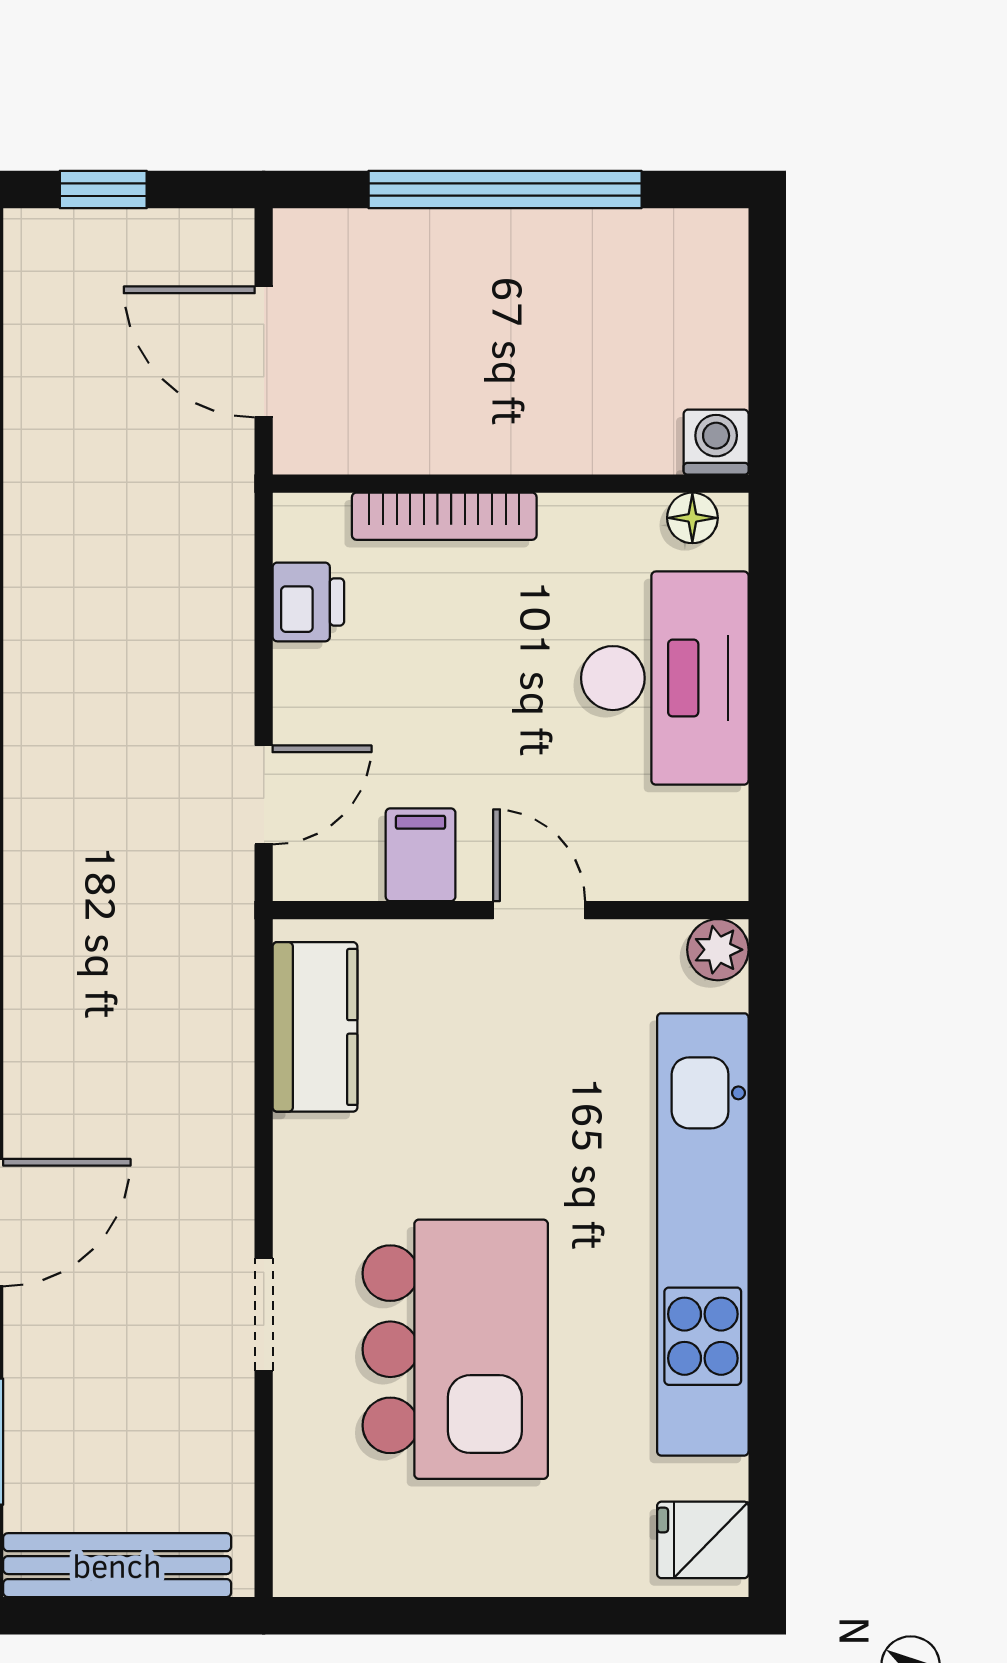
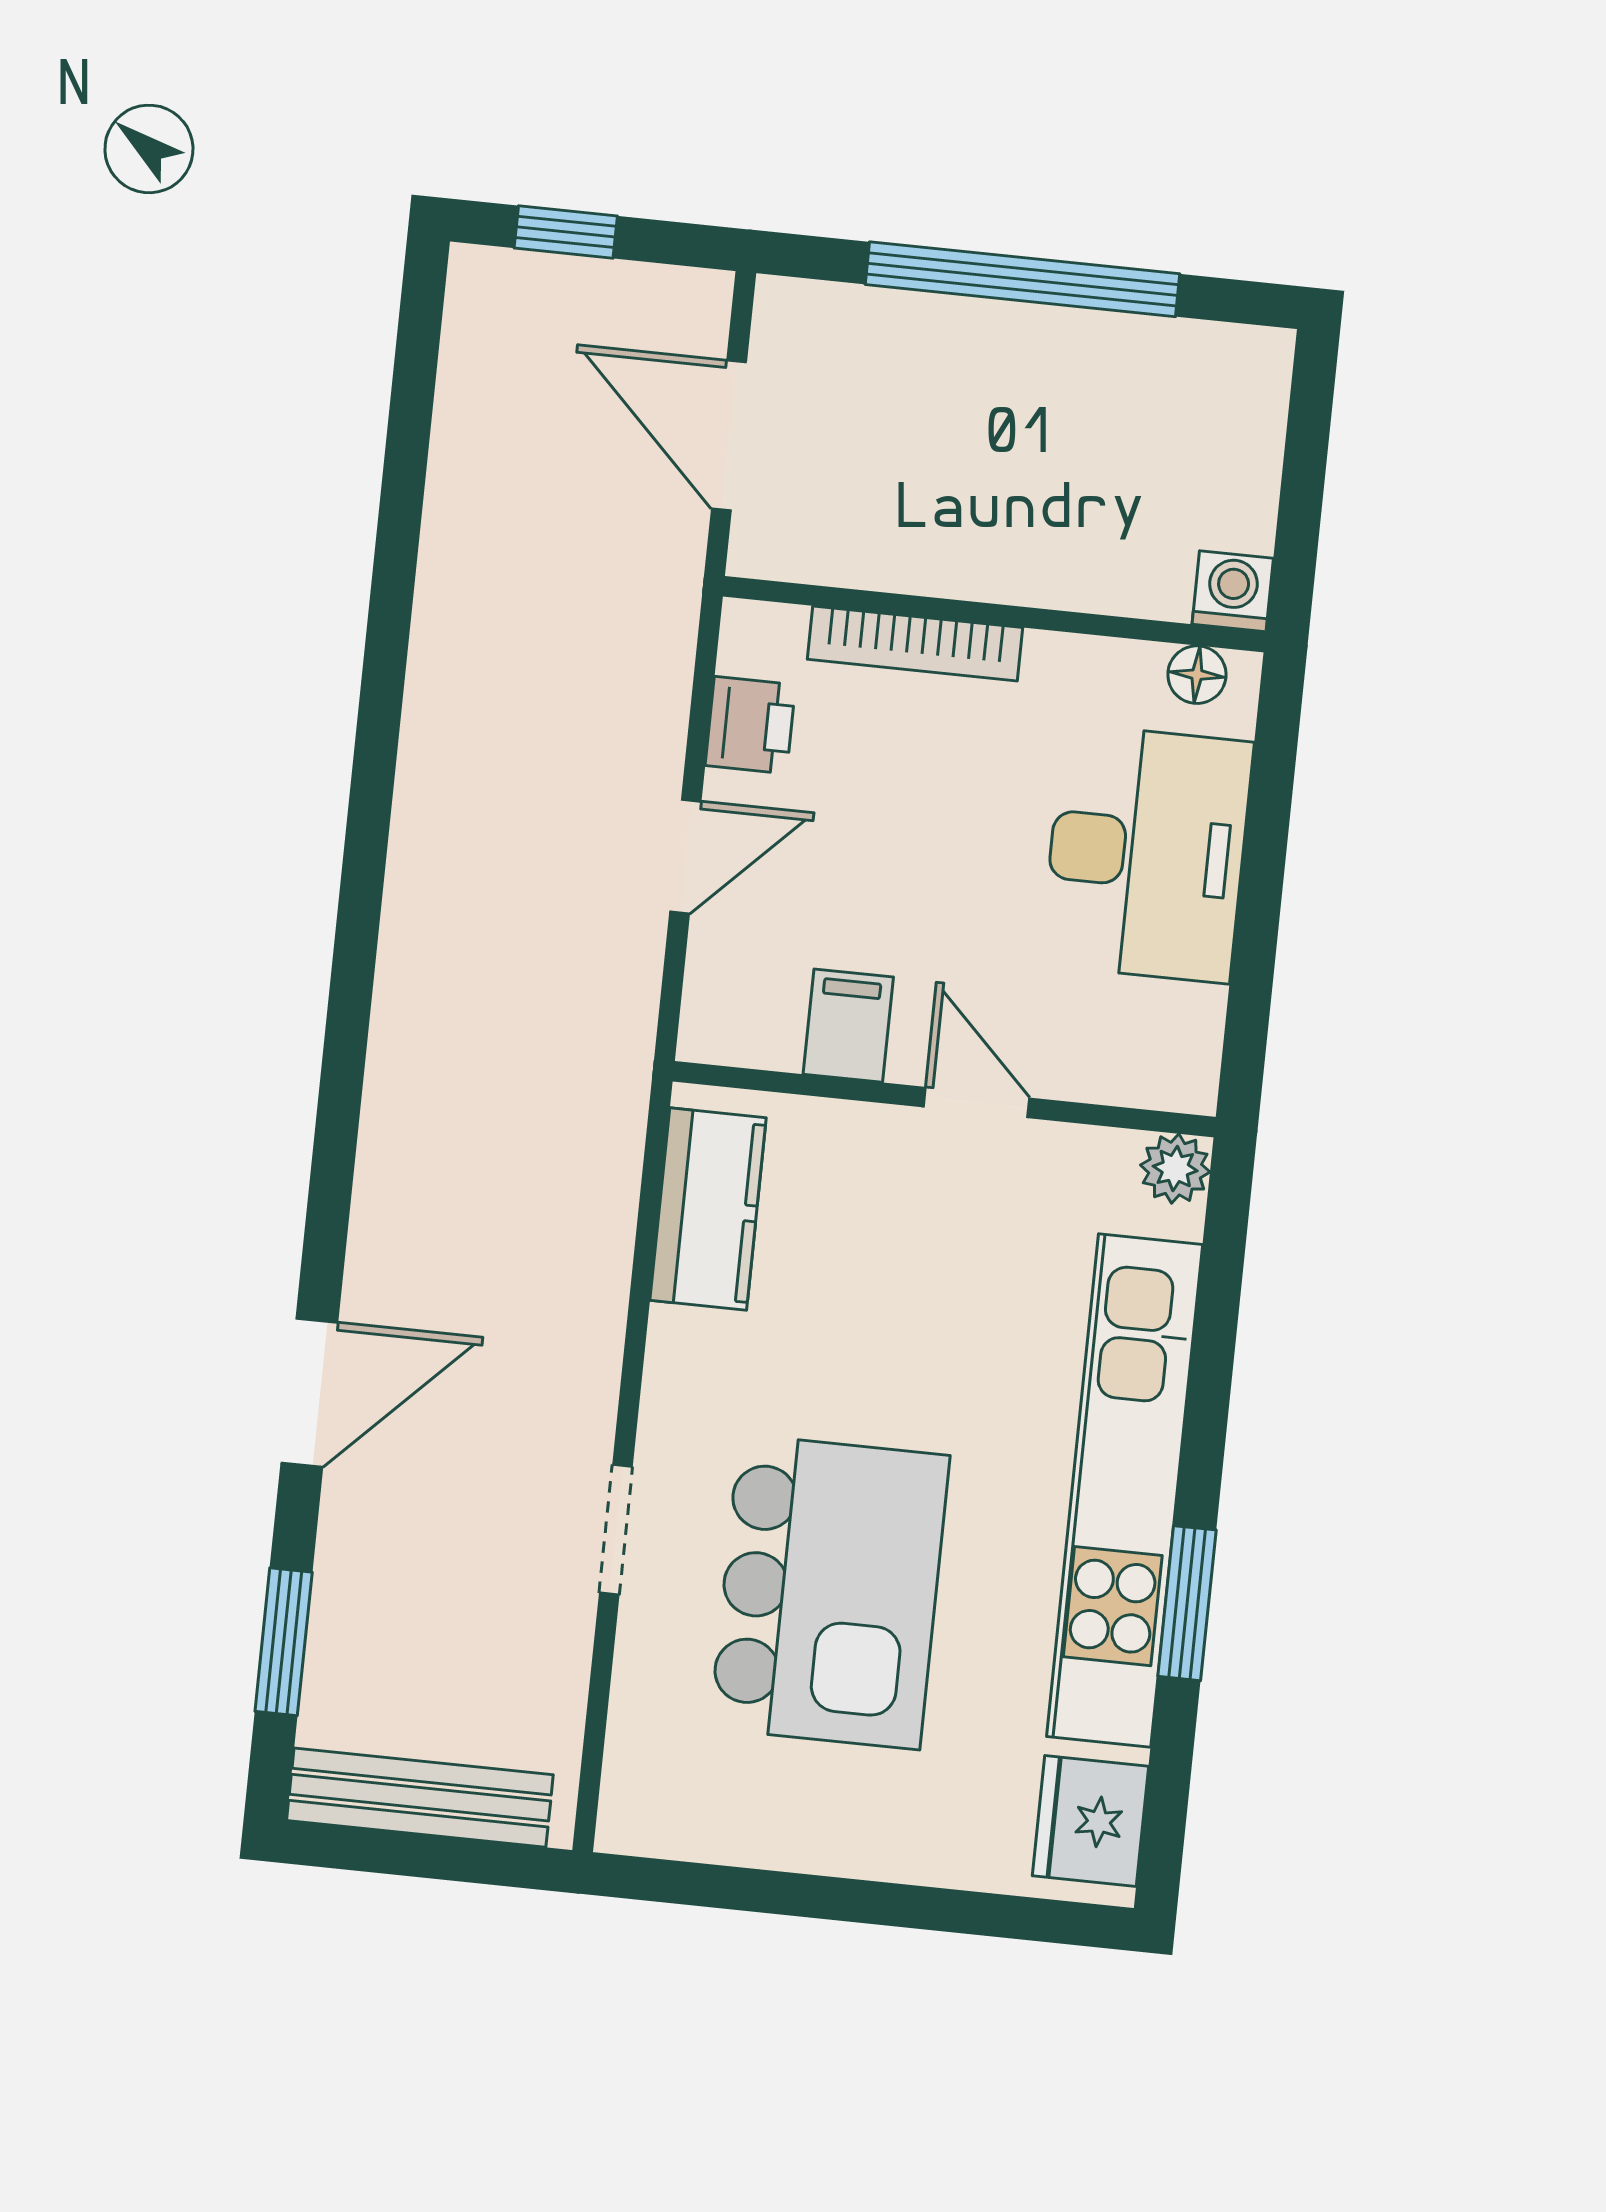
door: (264, 795) -> (685, 857), moved
window: (767, 1327) -> (1187, 1603), added
fridge: (703, 1540) -> (1090, 1821), width x1.38

